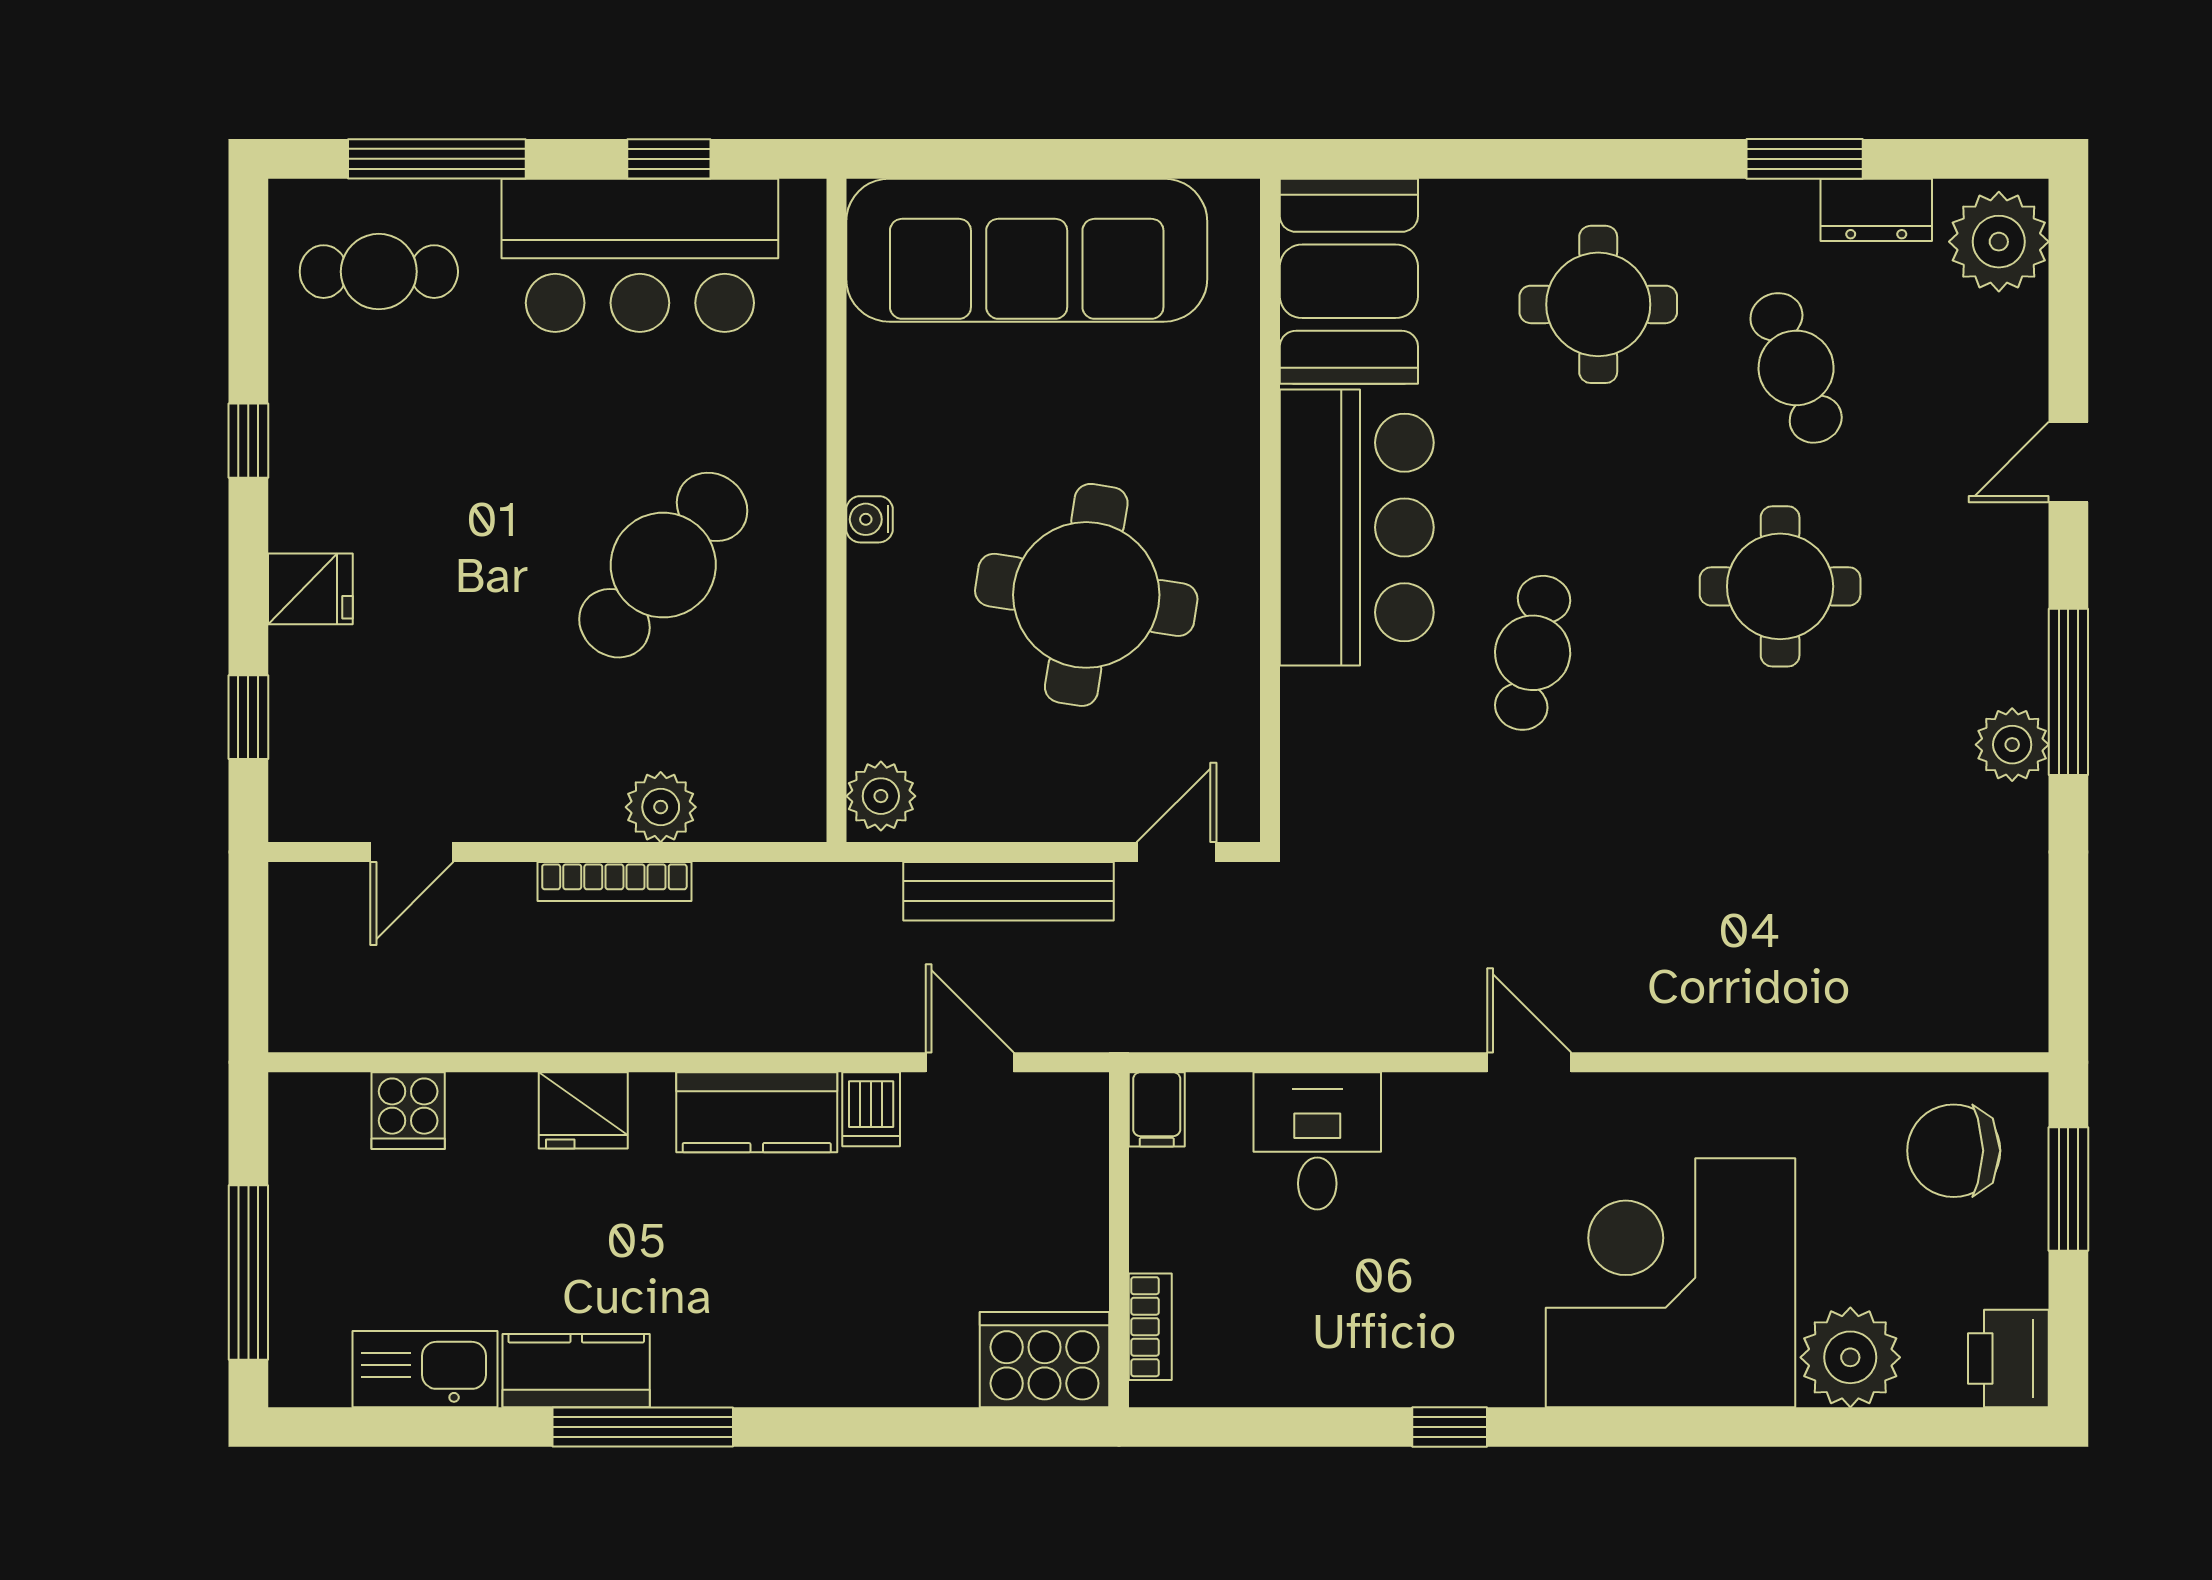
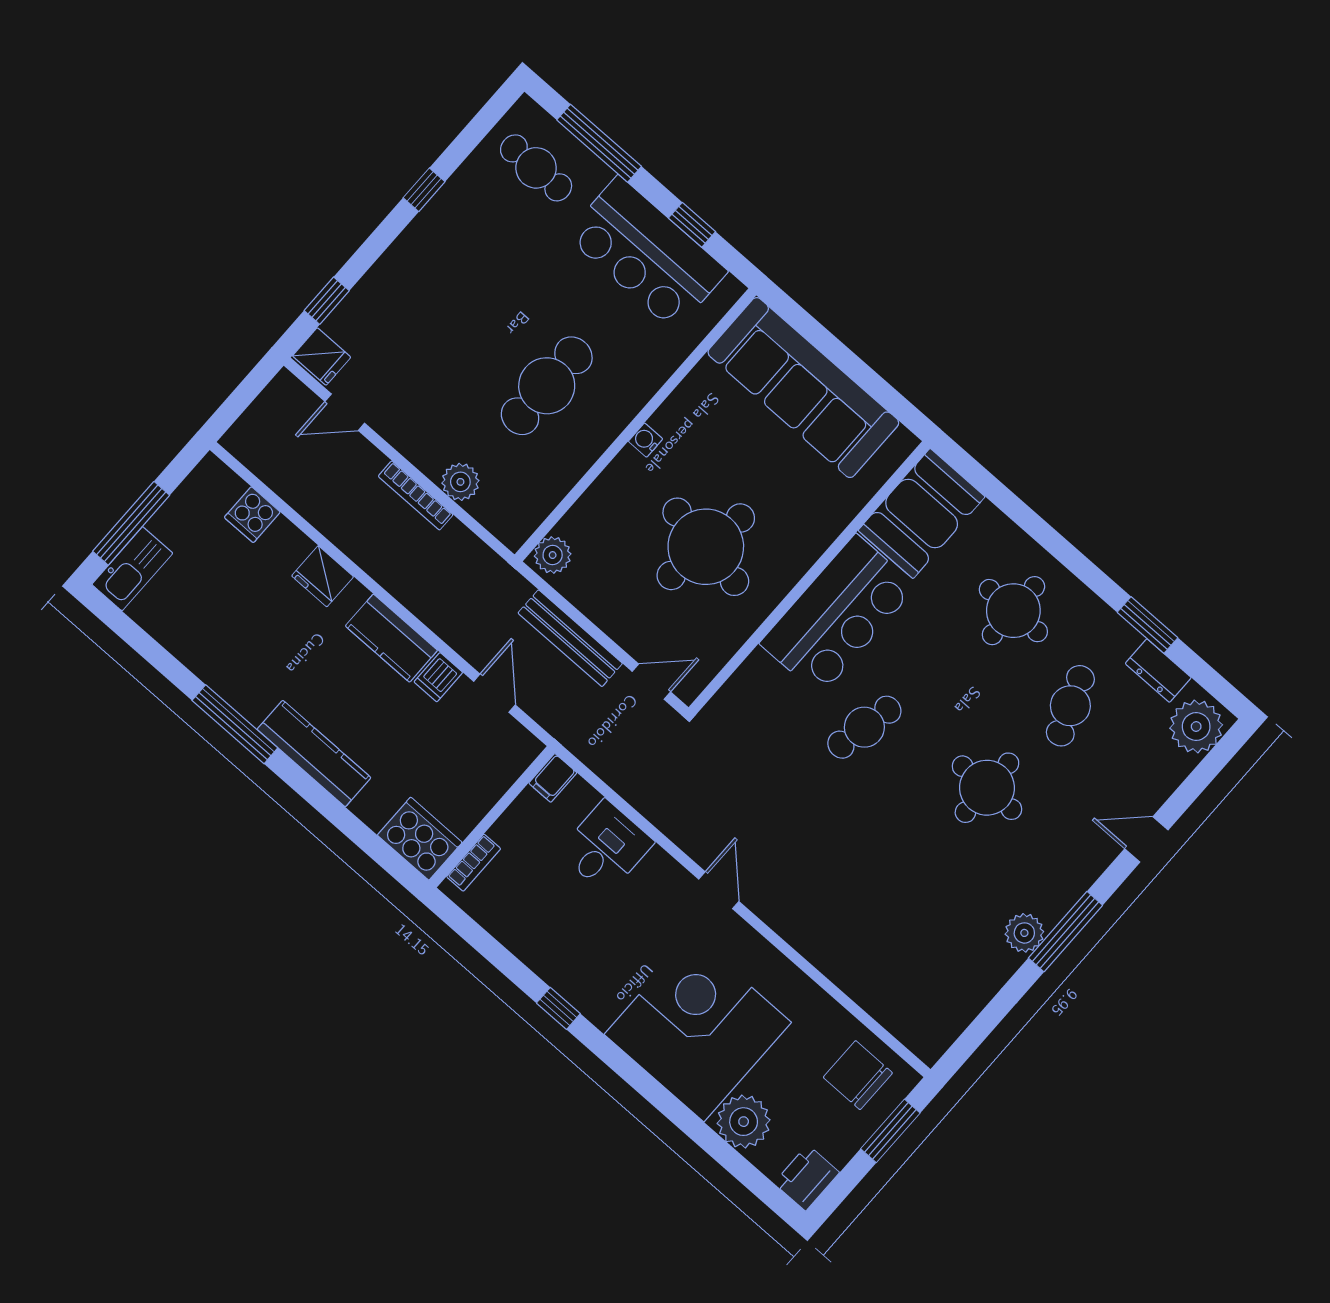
cafe table: (663, 565) -> (547, 386), turned -40
fridge: (310, 589) -> (322, 357), moved
kitchen sink: (425, 1369) -> (132, 569), moved, turned 90
kitchen counter: (576, 1371) -> (314, 754), moved, width x1.50

